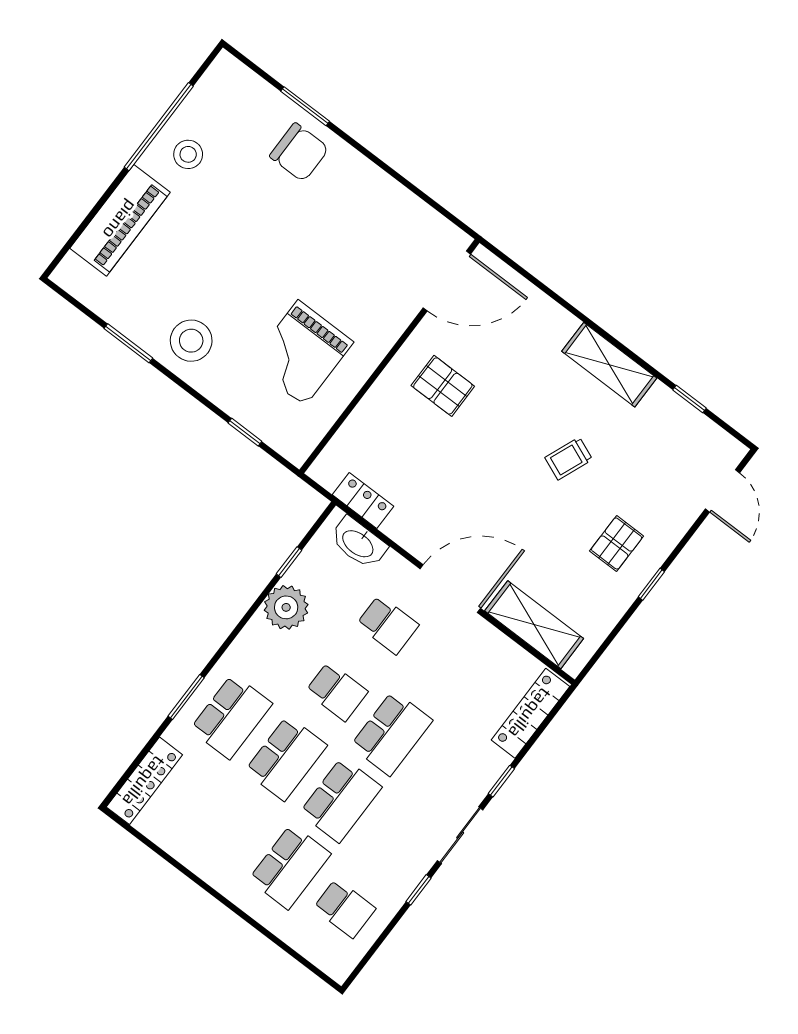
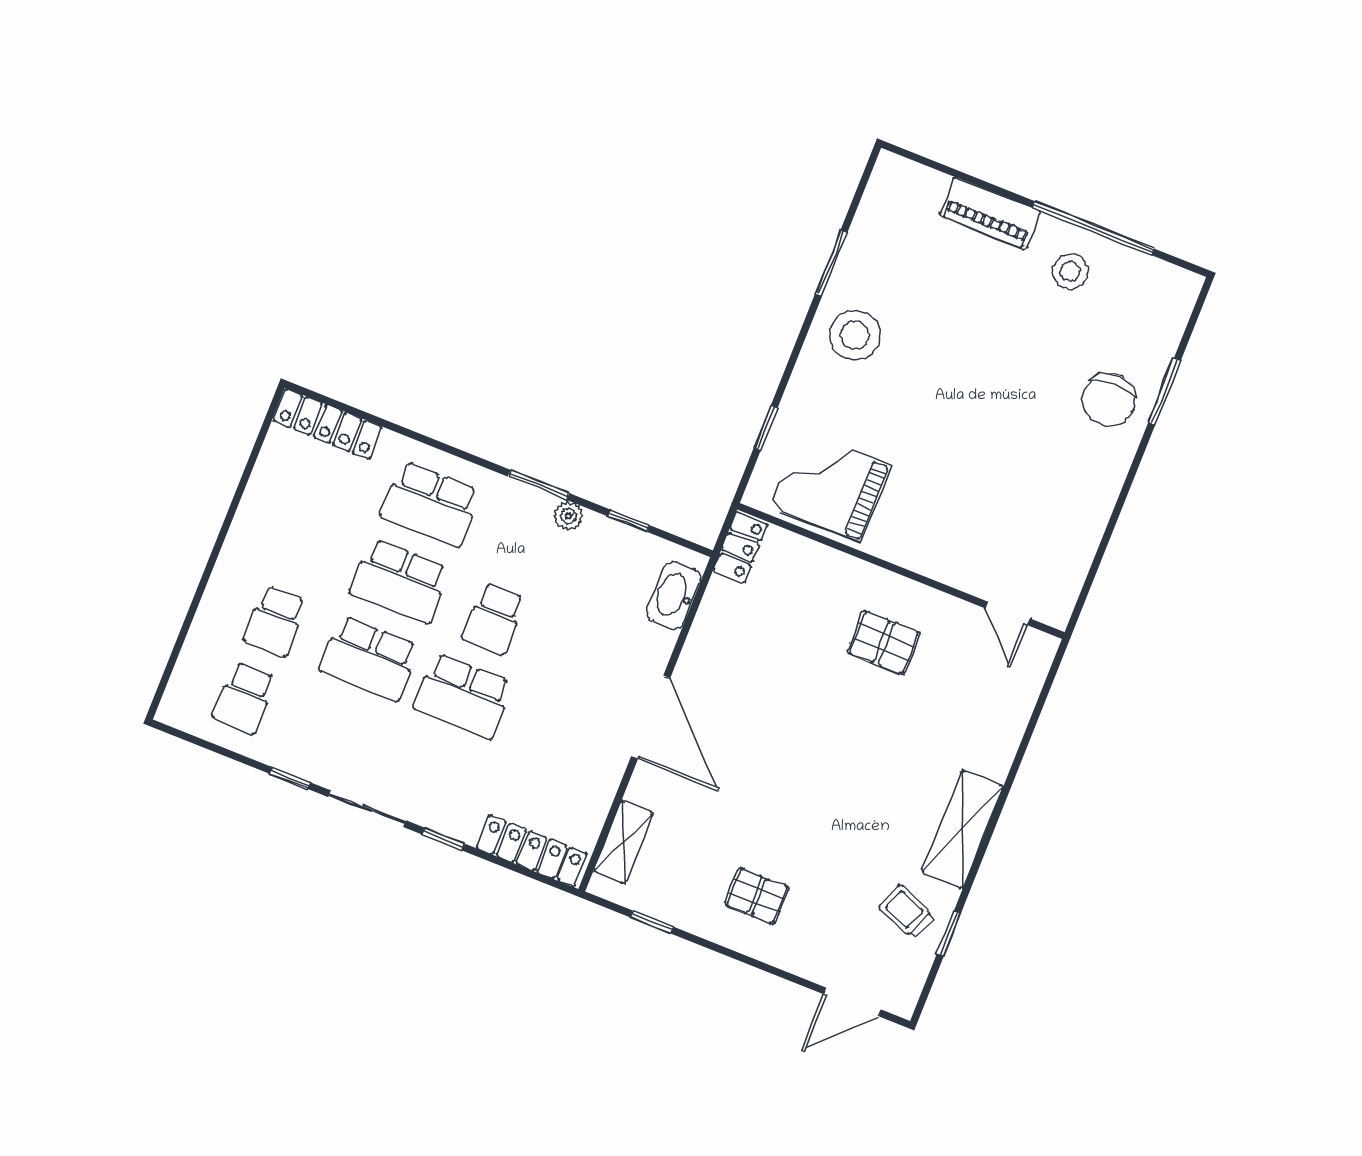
piano: (120, 220) -> (990, 213), width x0.73, depth x0.75
door: (447, 281) -> (1007, 613), width x0.53
grand piano: (301, 353) -> (830, 486), moved
pallet: (443, 386) -> (884, 643), turned 90
trolley: (569, 459) -> (907, 912), moved
locker: (363, 501) -> (740, 547), moved
window: (651, 584) -> (652, 922), moved
plant: (286, 607) -> (568, 516), width x0.53, depth x0.53
school desk: (388, 625) -> (588, 656), removed
shelving: (534, 625) -> (623, 842), width x0.67, depth x0.75
window: (186, 697) -> (539, 485), moved
school desk: (290, 867) -> (275, 621), width x0.54

